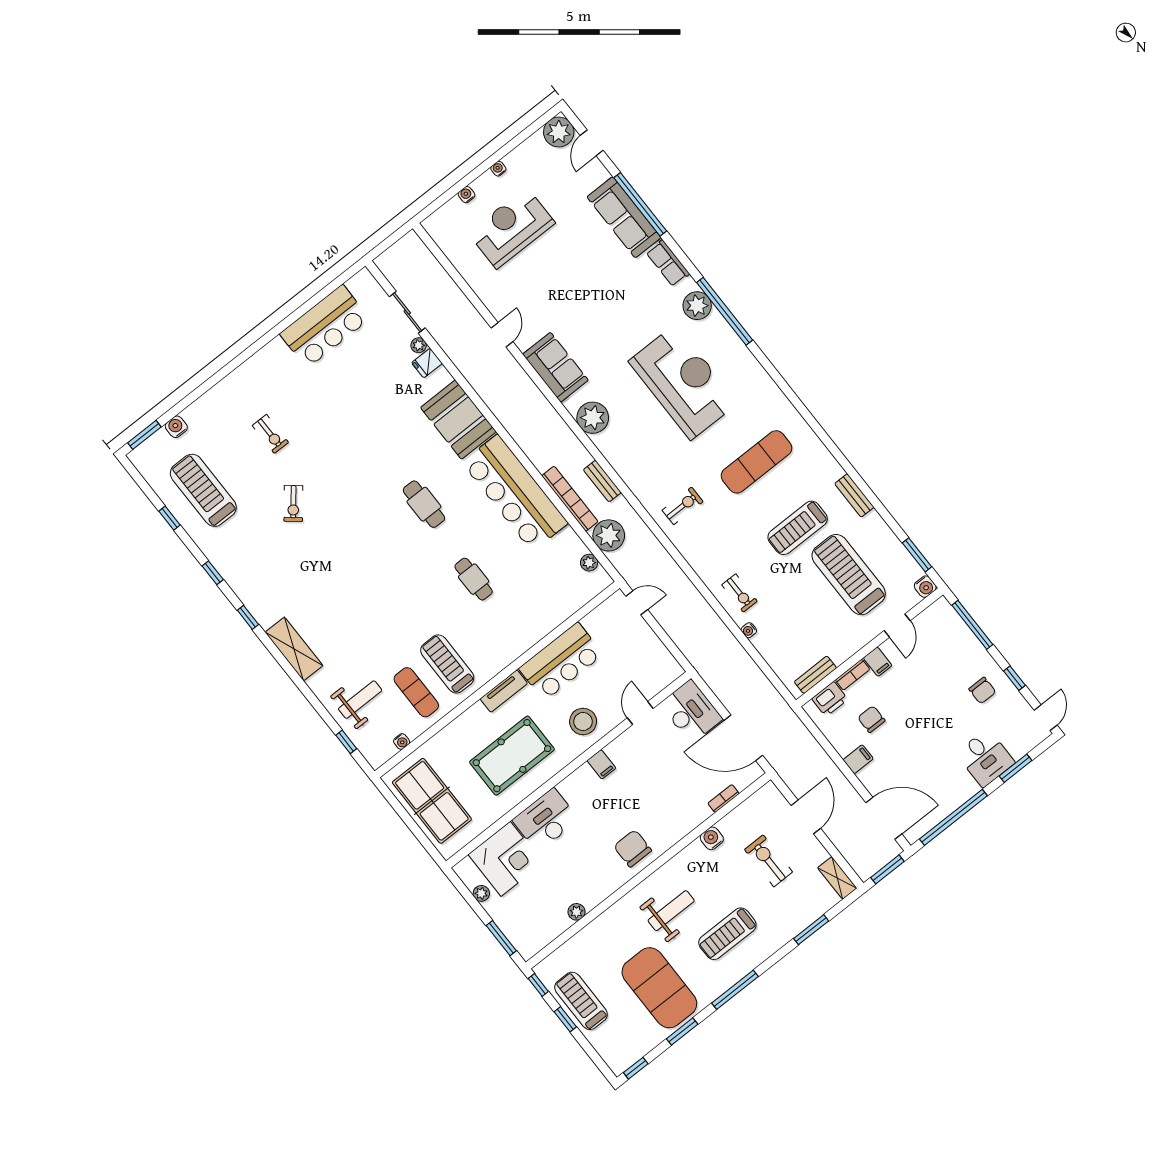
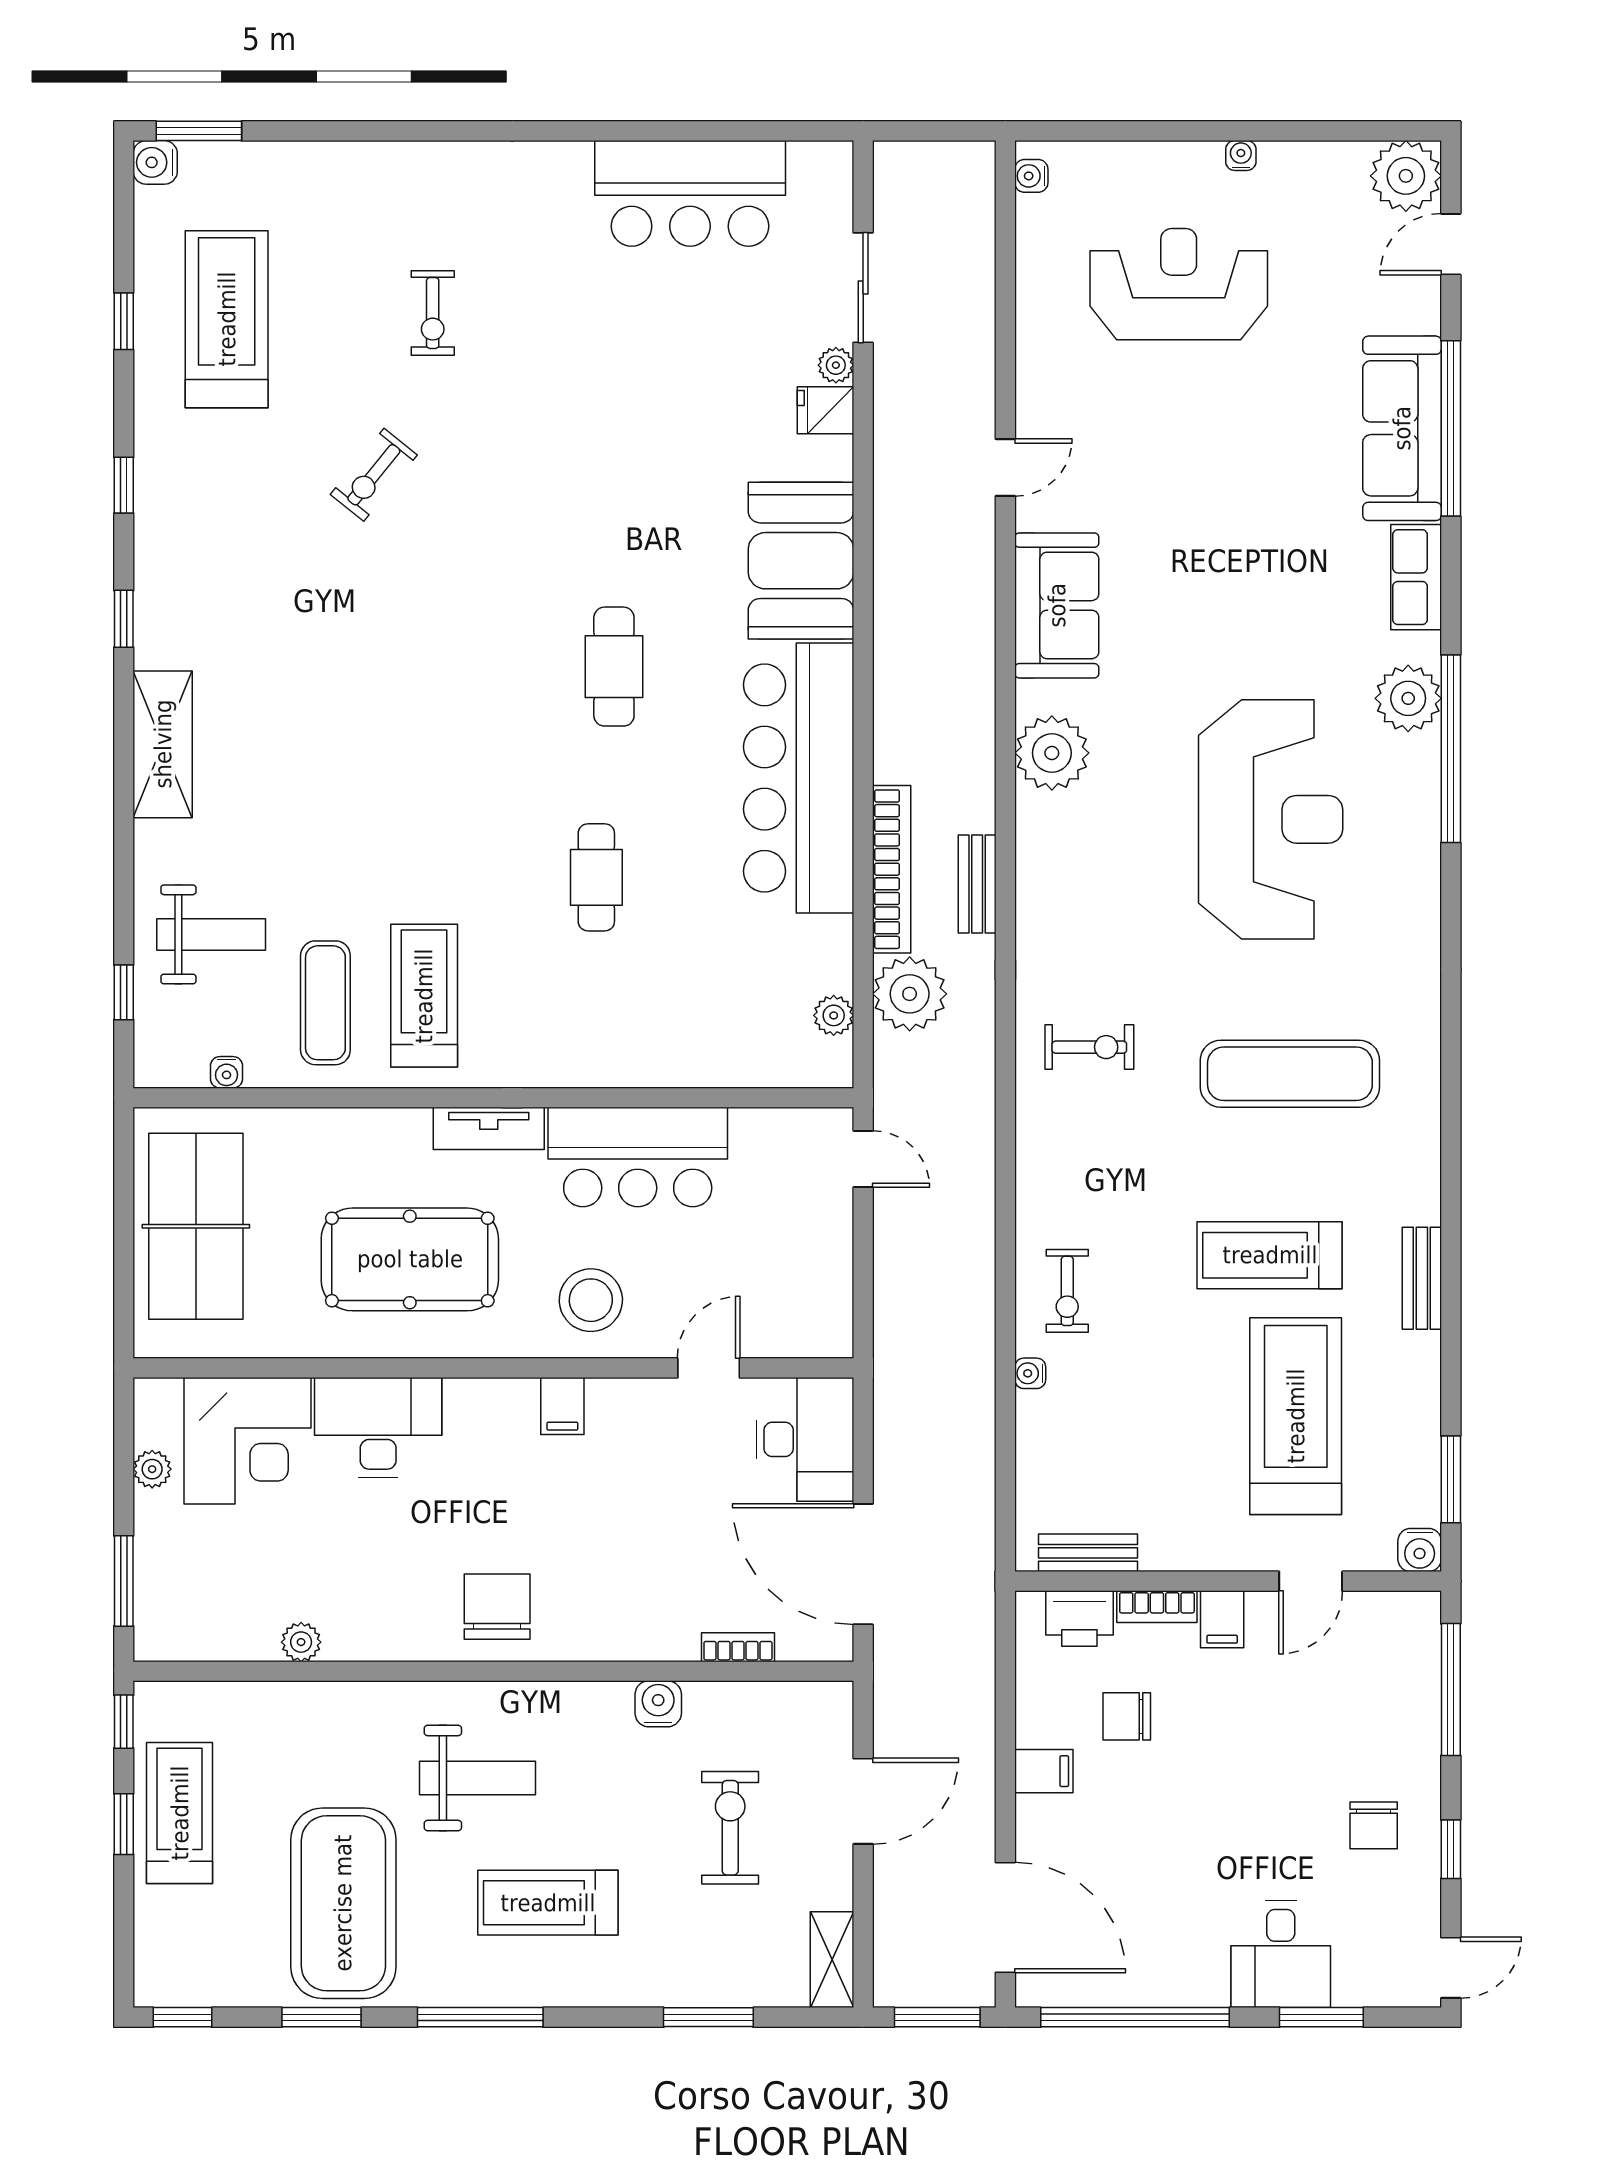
water cooler: (467, 195) -> (1031, 176), moved, turned -90
water cooler: (176, 427) -> (155, 162), moved, turned -90
chair: (871, 719) -> (1127, 1716), turned -90

